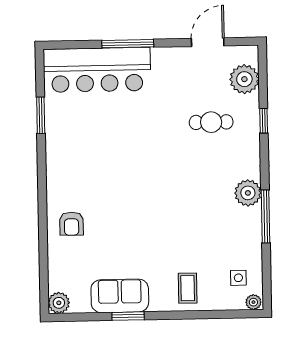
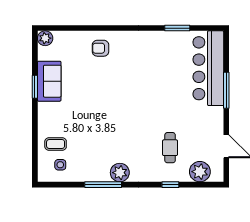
coffee table: (188, 288) -> (56, 144), moved
plant: (253, 302) -> (43, 175), removed

